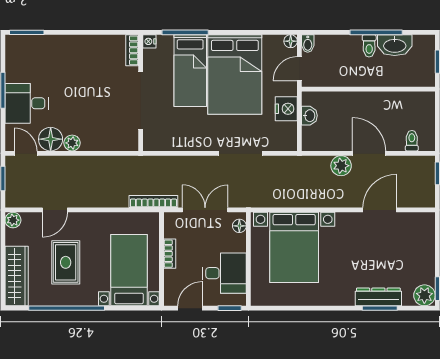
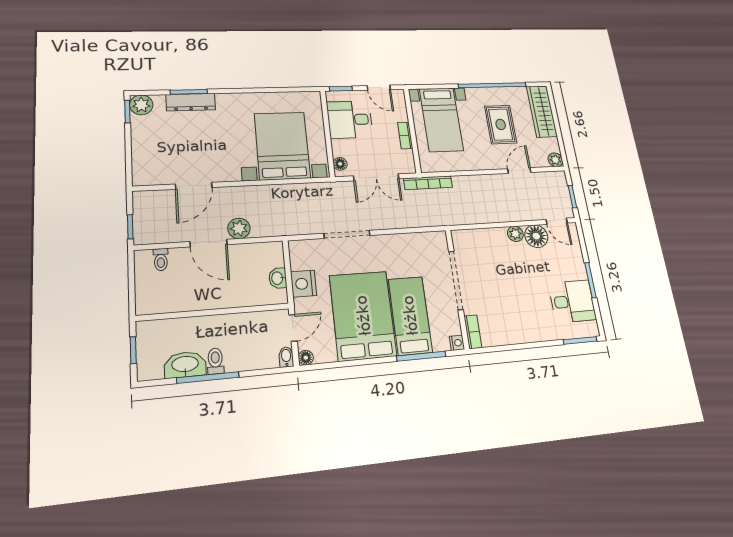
desk: (27, 103) -> (572, 301), moved
door: (190, 308) -> (379, 88), hinge flipped

